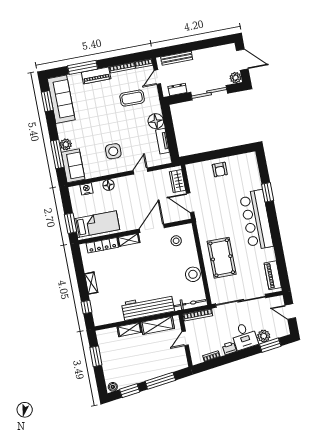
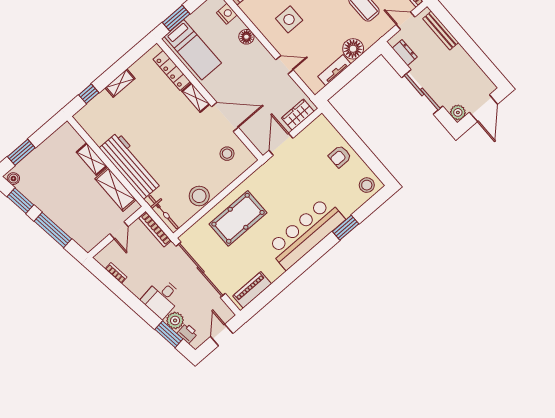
stool: (248, 163) -> (367, 185), added
door: (185, 338) -> (119, 230), swing flipped
printer: (229, 348) -> (187, 333), moved
window: (96, 356) -> (21, 152), moved

